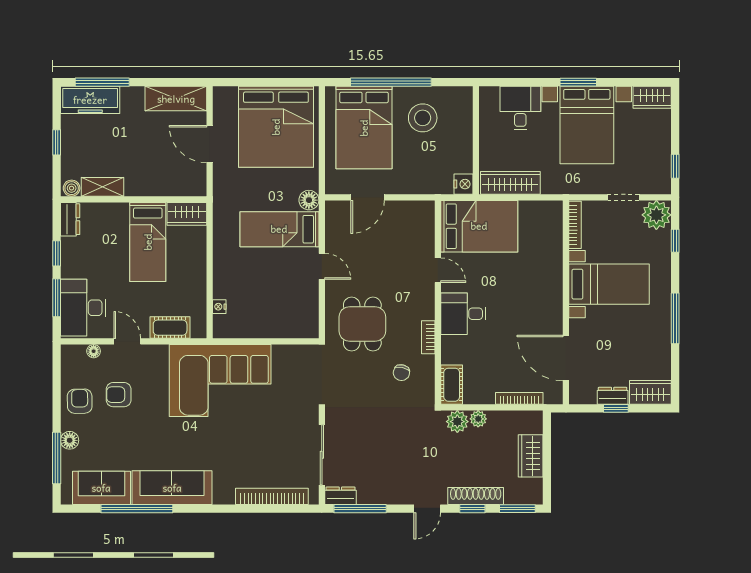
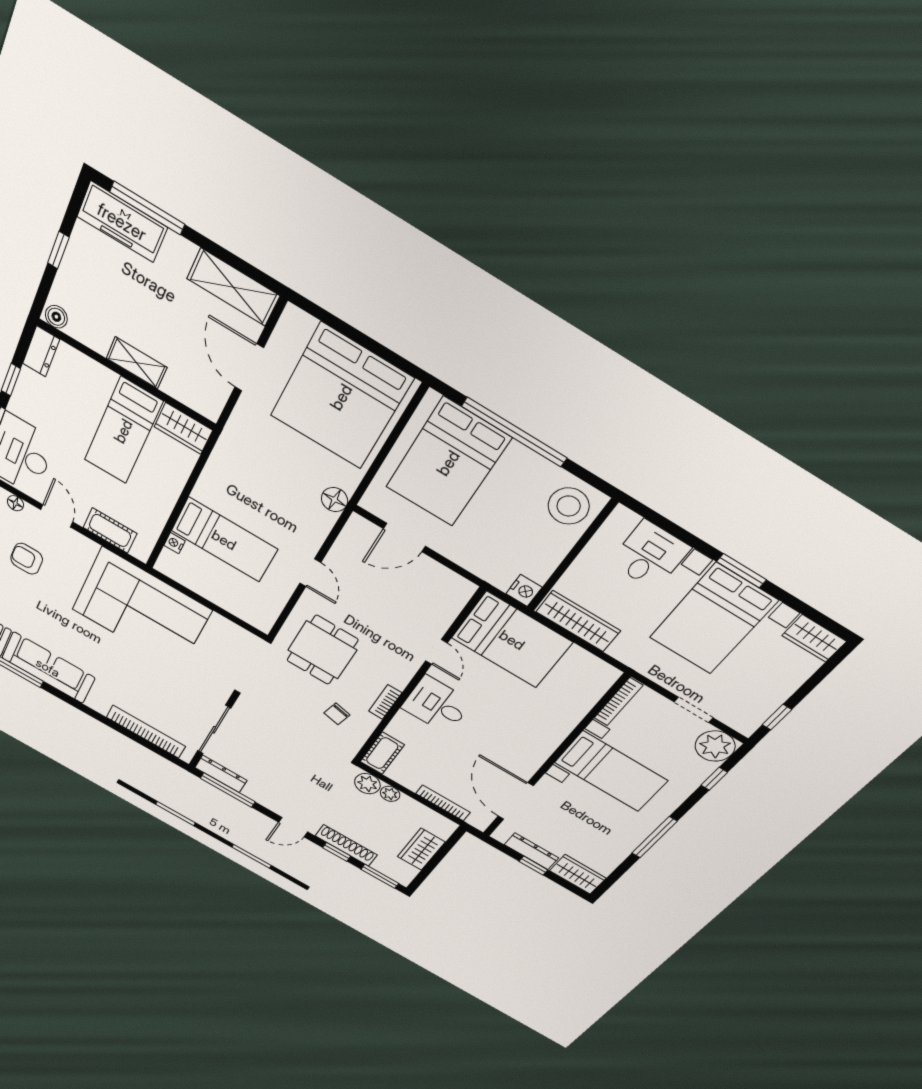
stool: (423, 118) -> (569, 506), moved
shelving: (102, 187) -> (137, 363), moved
bed: (279, 229) -> (224, 540), moved, turned 180
dresser: (613, 396) -> (531, 851), width x1.44
dresser: (340, 496) -> (221, 774), width x1.44

